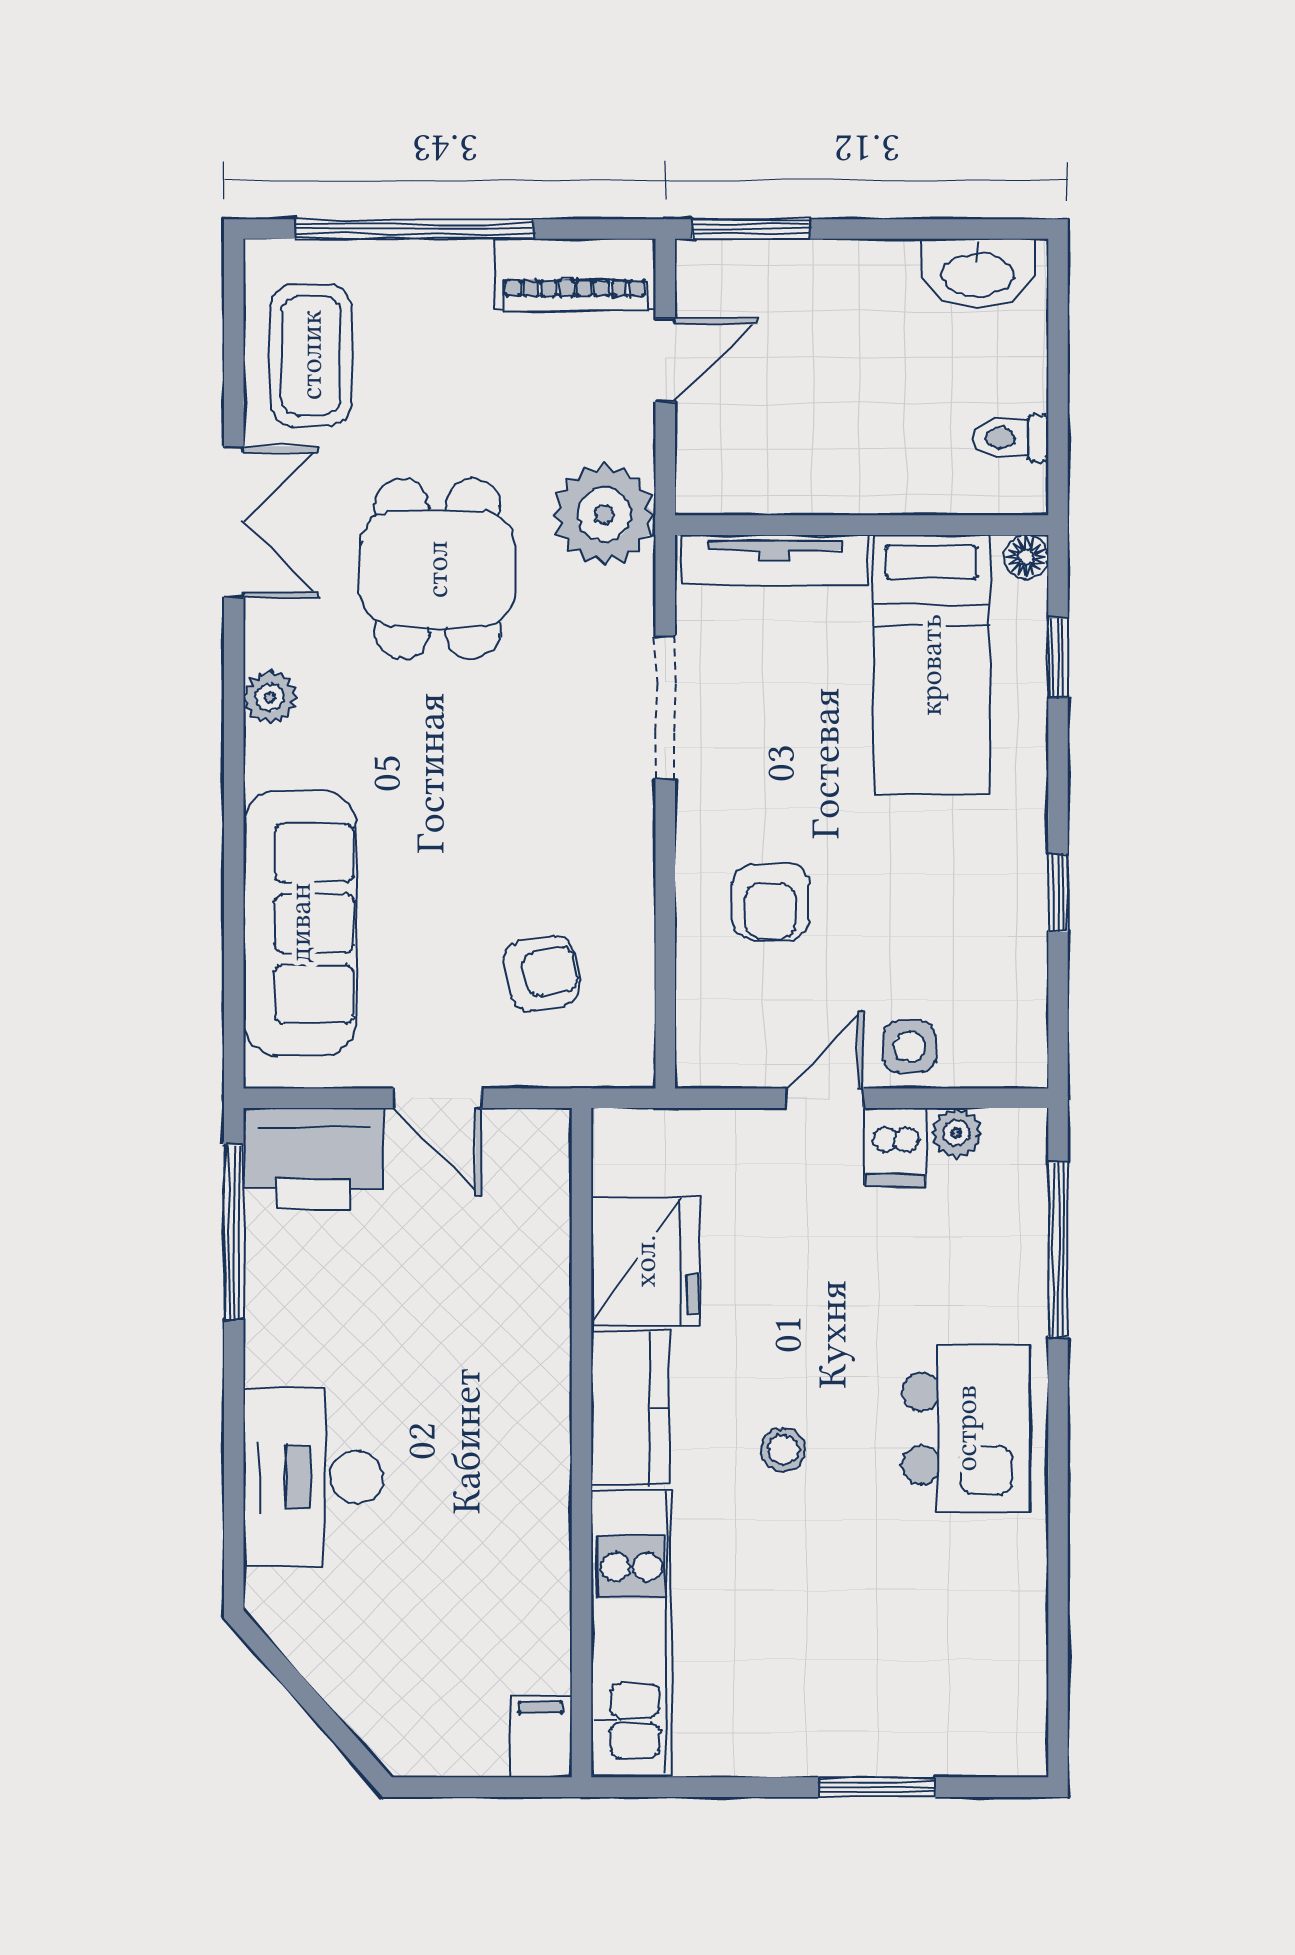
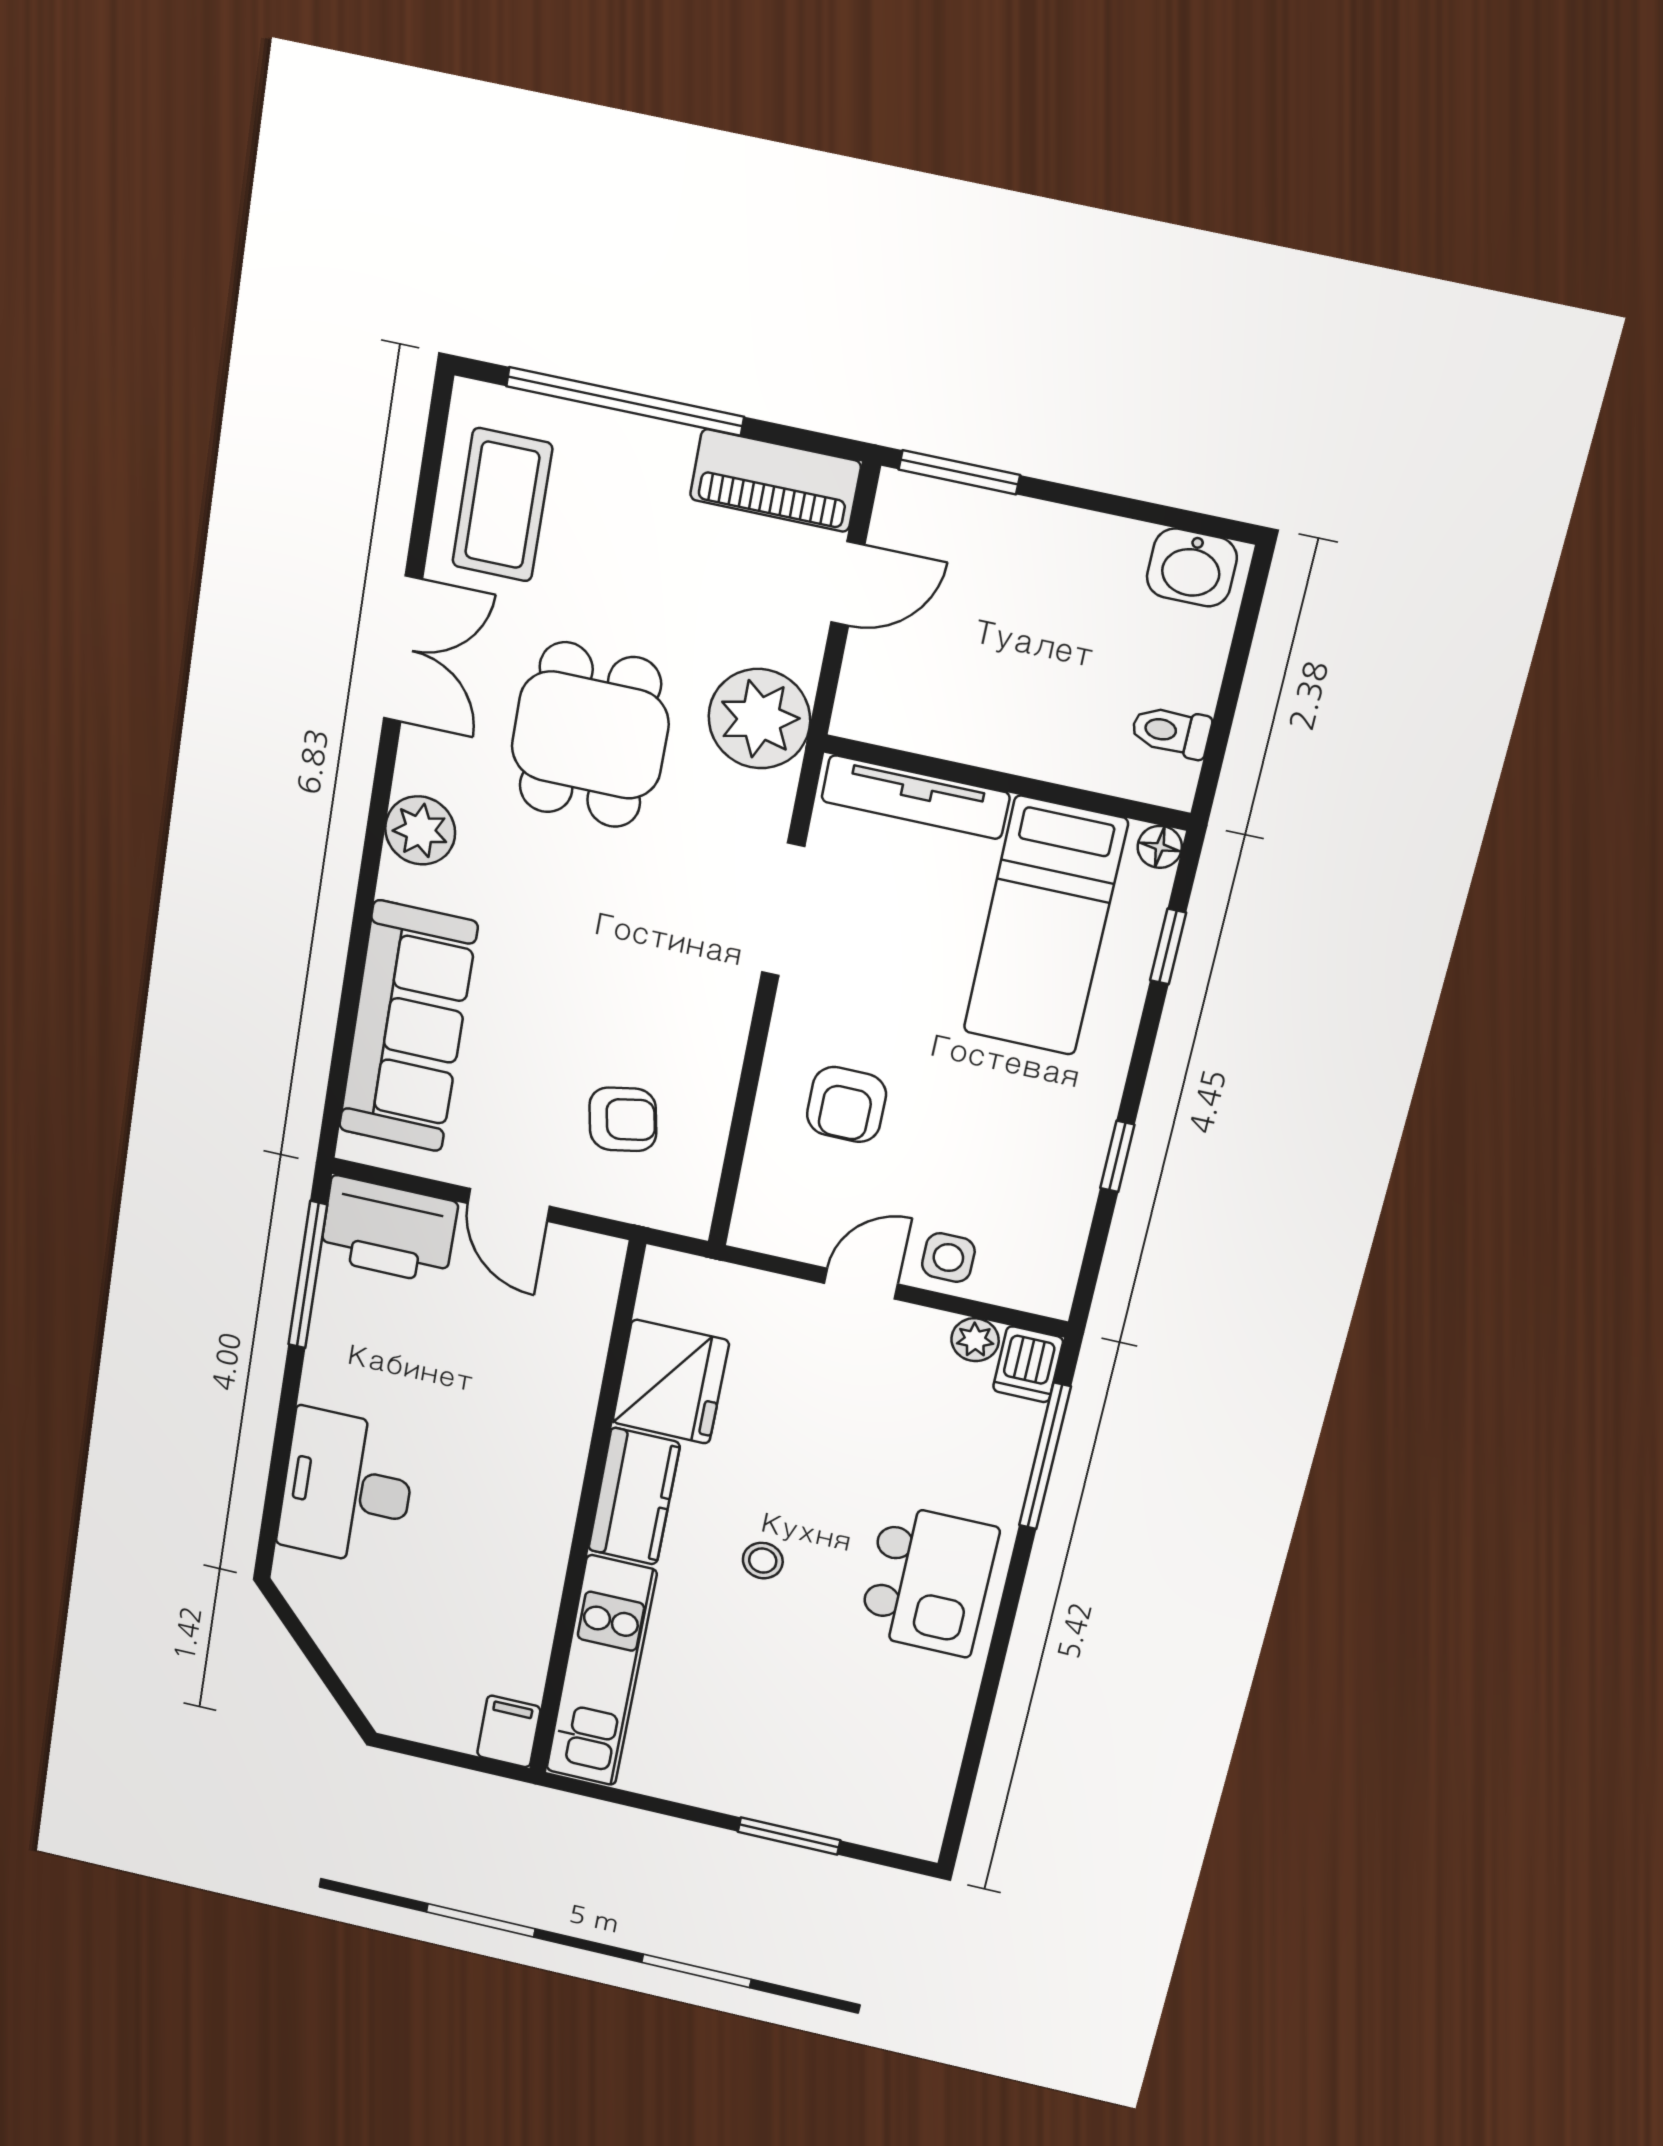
washbasin: (978, 273) -> (1192, 568), width x0.72
plant: (270, 697) -> (420, 830), width x1.38, depth x1.38
dishwasher: (896, 1147) -> (1028, 1364), moved

